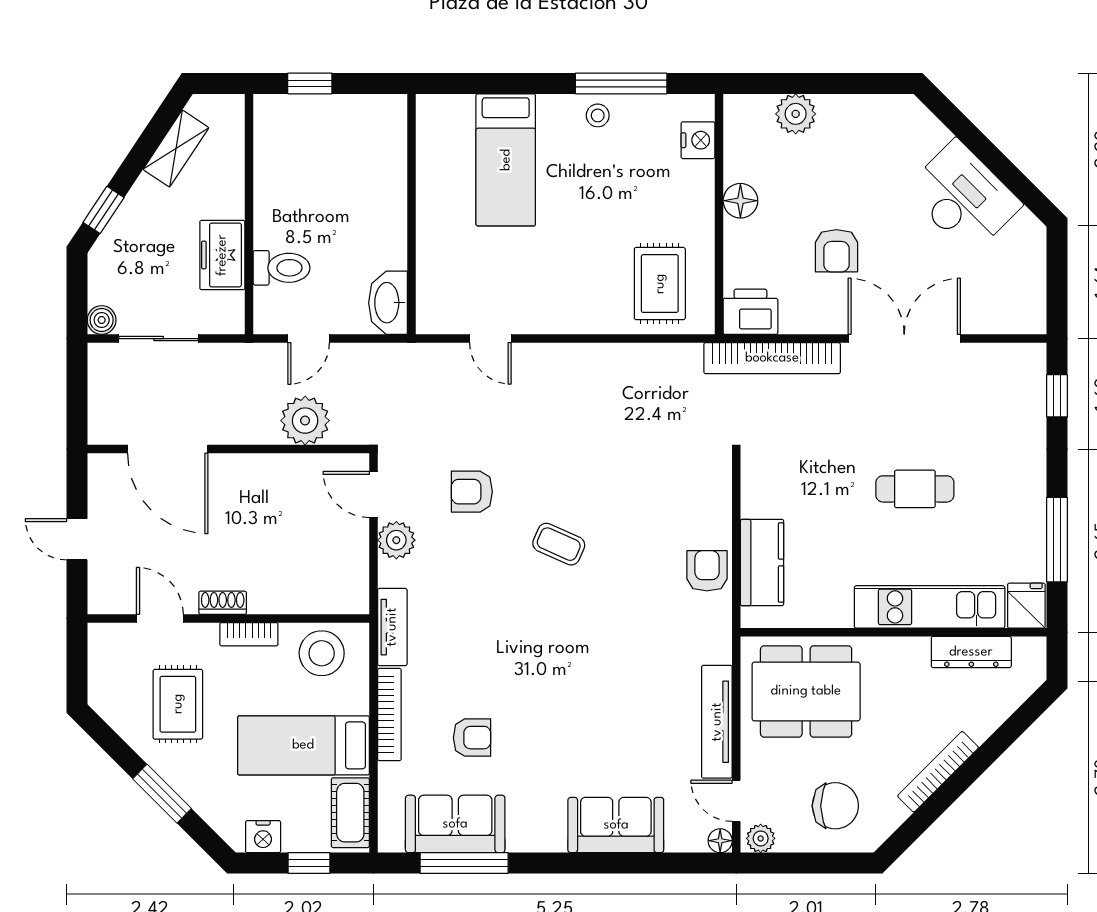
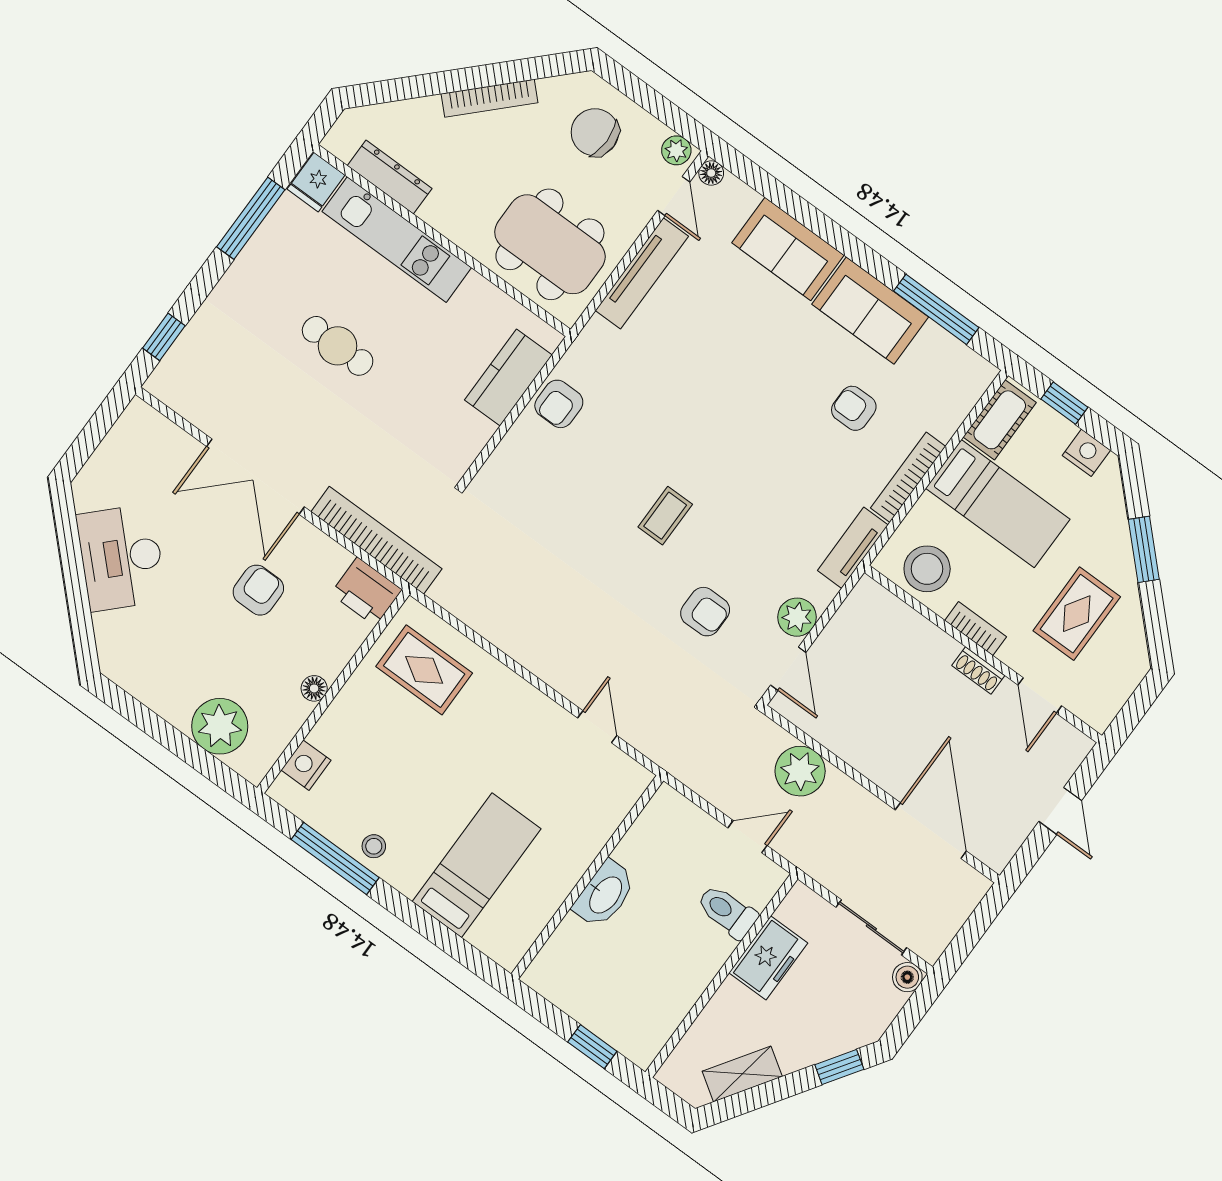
plant: (796, 114) -> (220, 726), width x1.36, depth x1.36
floor lamp: (740, 201) -> (314, 688), width x0.73, depth x0.73
rug: (660, 284) -> (424, 670), turned 90
washbasin: (388, 303) -> (605, 894), moved
coffee table: (559, 544) -> (665, 516), turned 66
sofa: (455, 824) -> (870, 311), moved

